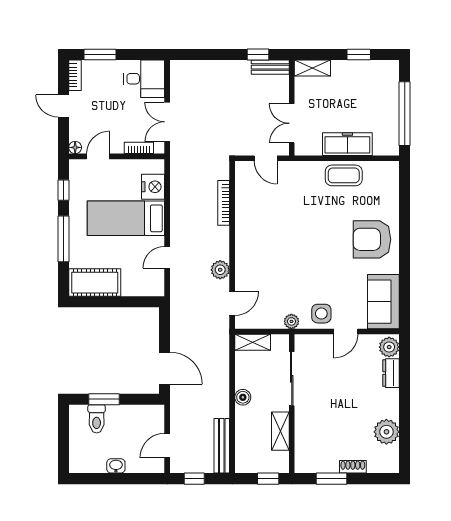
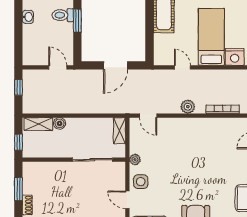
plant: (220, 270) -> (188, 107), moved
door: (164, 368) -> (115, 65), moved
boiler: (243, 397) -> (60, 123), moved
shelving: (280, 431) -> (38, 124), moved
door: (167, 446) -> (58, 67), moved
bench: (222, 446) -> (43, 108), removed
washbasin: (116, 466) -> (28, 17), moved

